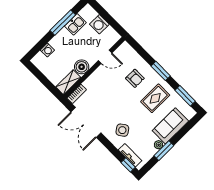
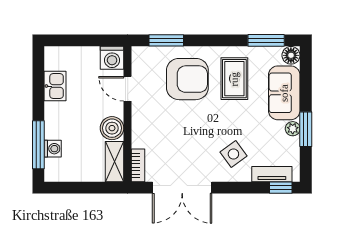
window: (63, 23) -> (38, 145), moved
washing machine: (99, 24) -> (112, 58), moved
door: (105, 57) -> (128, 89), swing flipped
window: (161, 71) -> (166, 40), moved
armchair: (135, 78) -> (187, 79), width x1.88, depth x1.88
floor lamp: (189, 113) -> (291, 55), added

